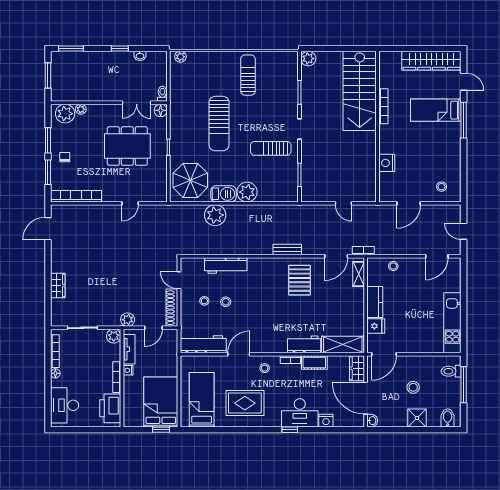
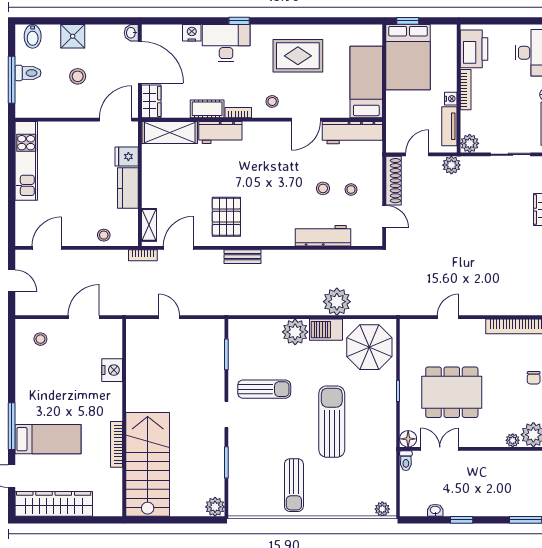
toilet: (451, 371) -> (28, 73), moved
bed: (202, 400) -> (366, 82), moved, turned 180

